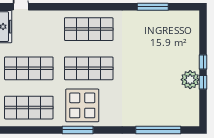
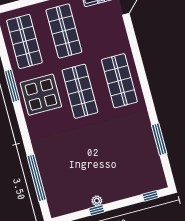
window: (203, 62) -> (150, 196), moved
plant: (190, 80) -> (97, 201), width x0.53, depth x0.53
window: (78, 130) -> (12, 86), moved

